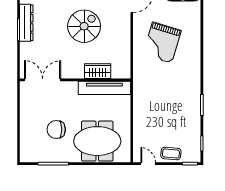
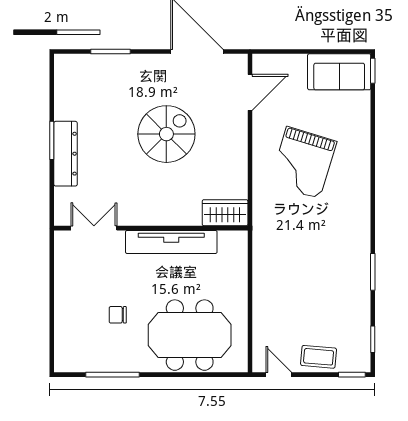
dresser: (26, 23) -> (66, 154), moved
wardrobe: (98, 71) -> (225, 213), moved
double door: (43, 80) -> (94, 228), width x0.73
tv unit: (104, 88) -> (171, 242), moved
chair: (56, 129) -> (118, 315), width x0.54, depth x0.54

